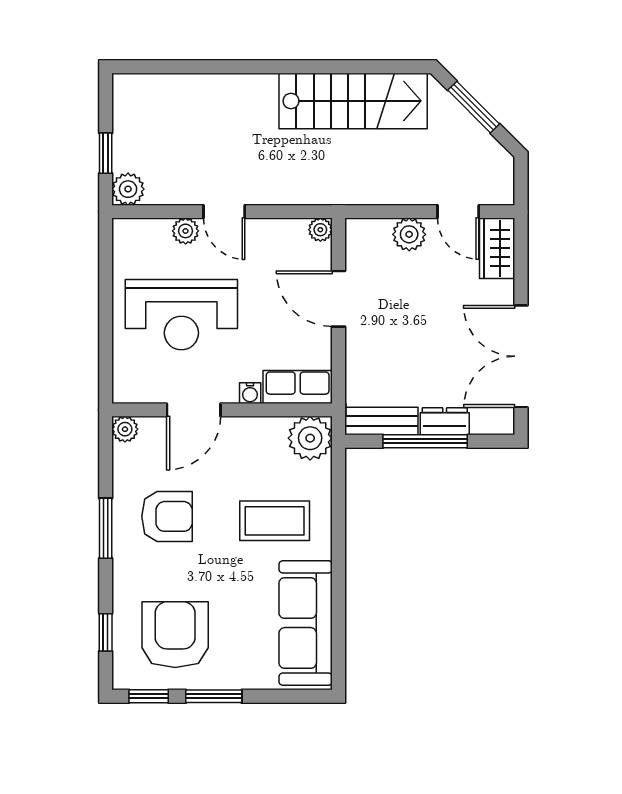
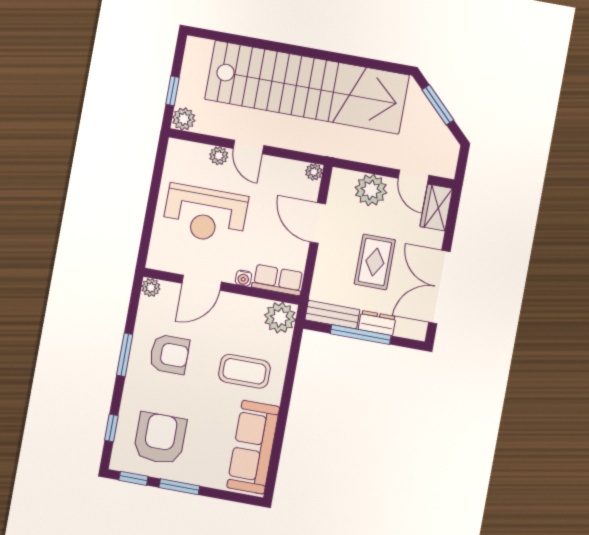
stairs: (353, 101) -> (307, 87), width x1.86, depth x1.51
plant: (409, 234) -> (371, 190), width x1.36, depth x1.36
rug: (426, 338) -> (375, 262), added

